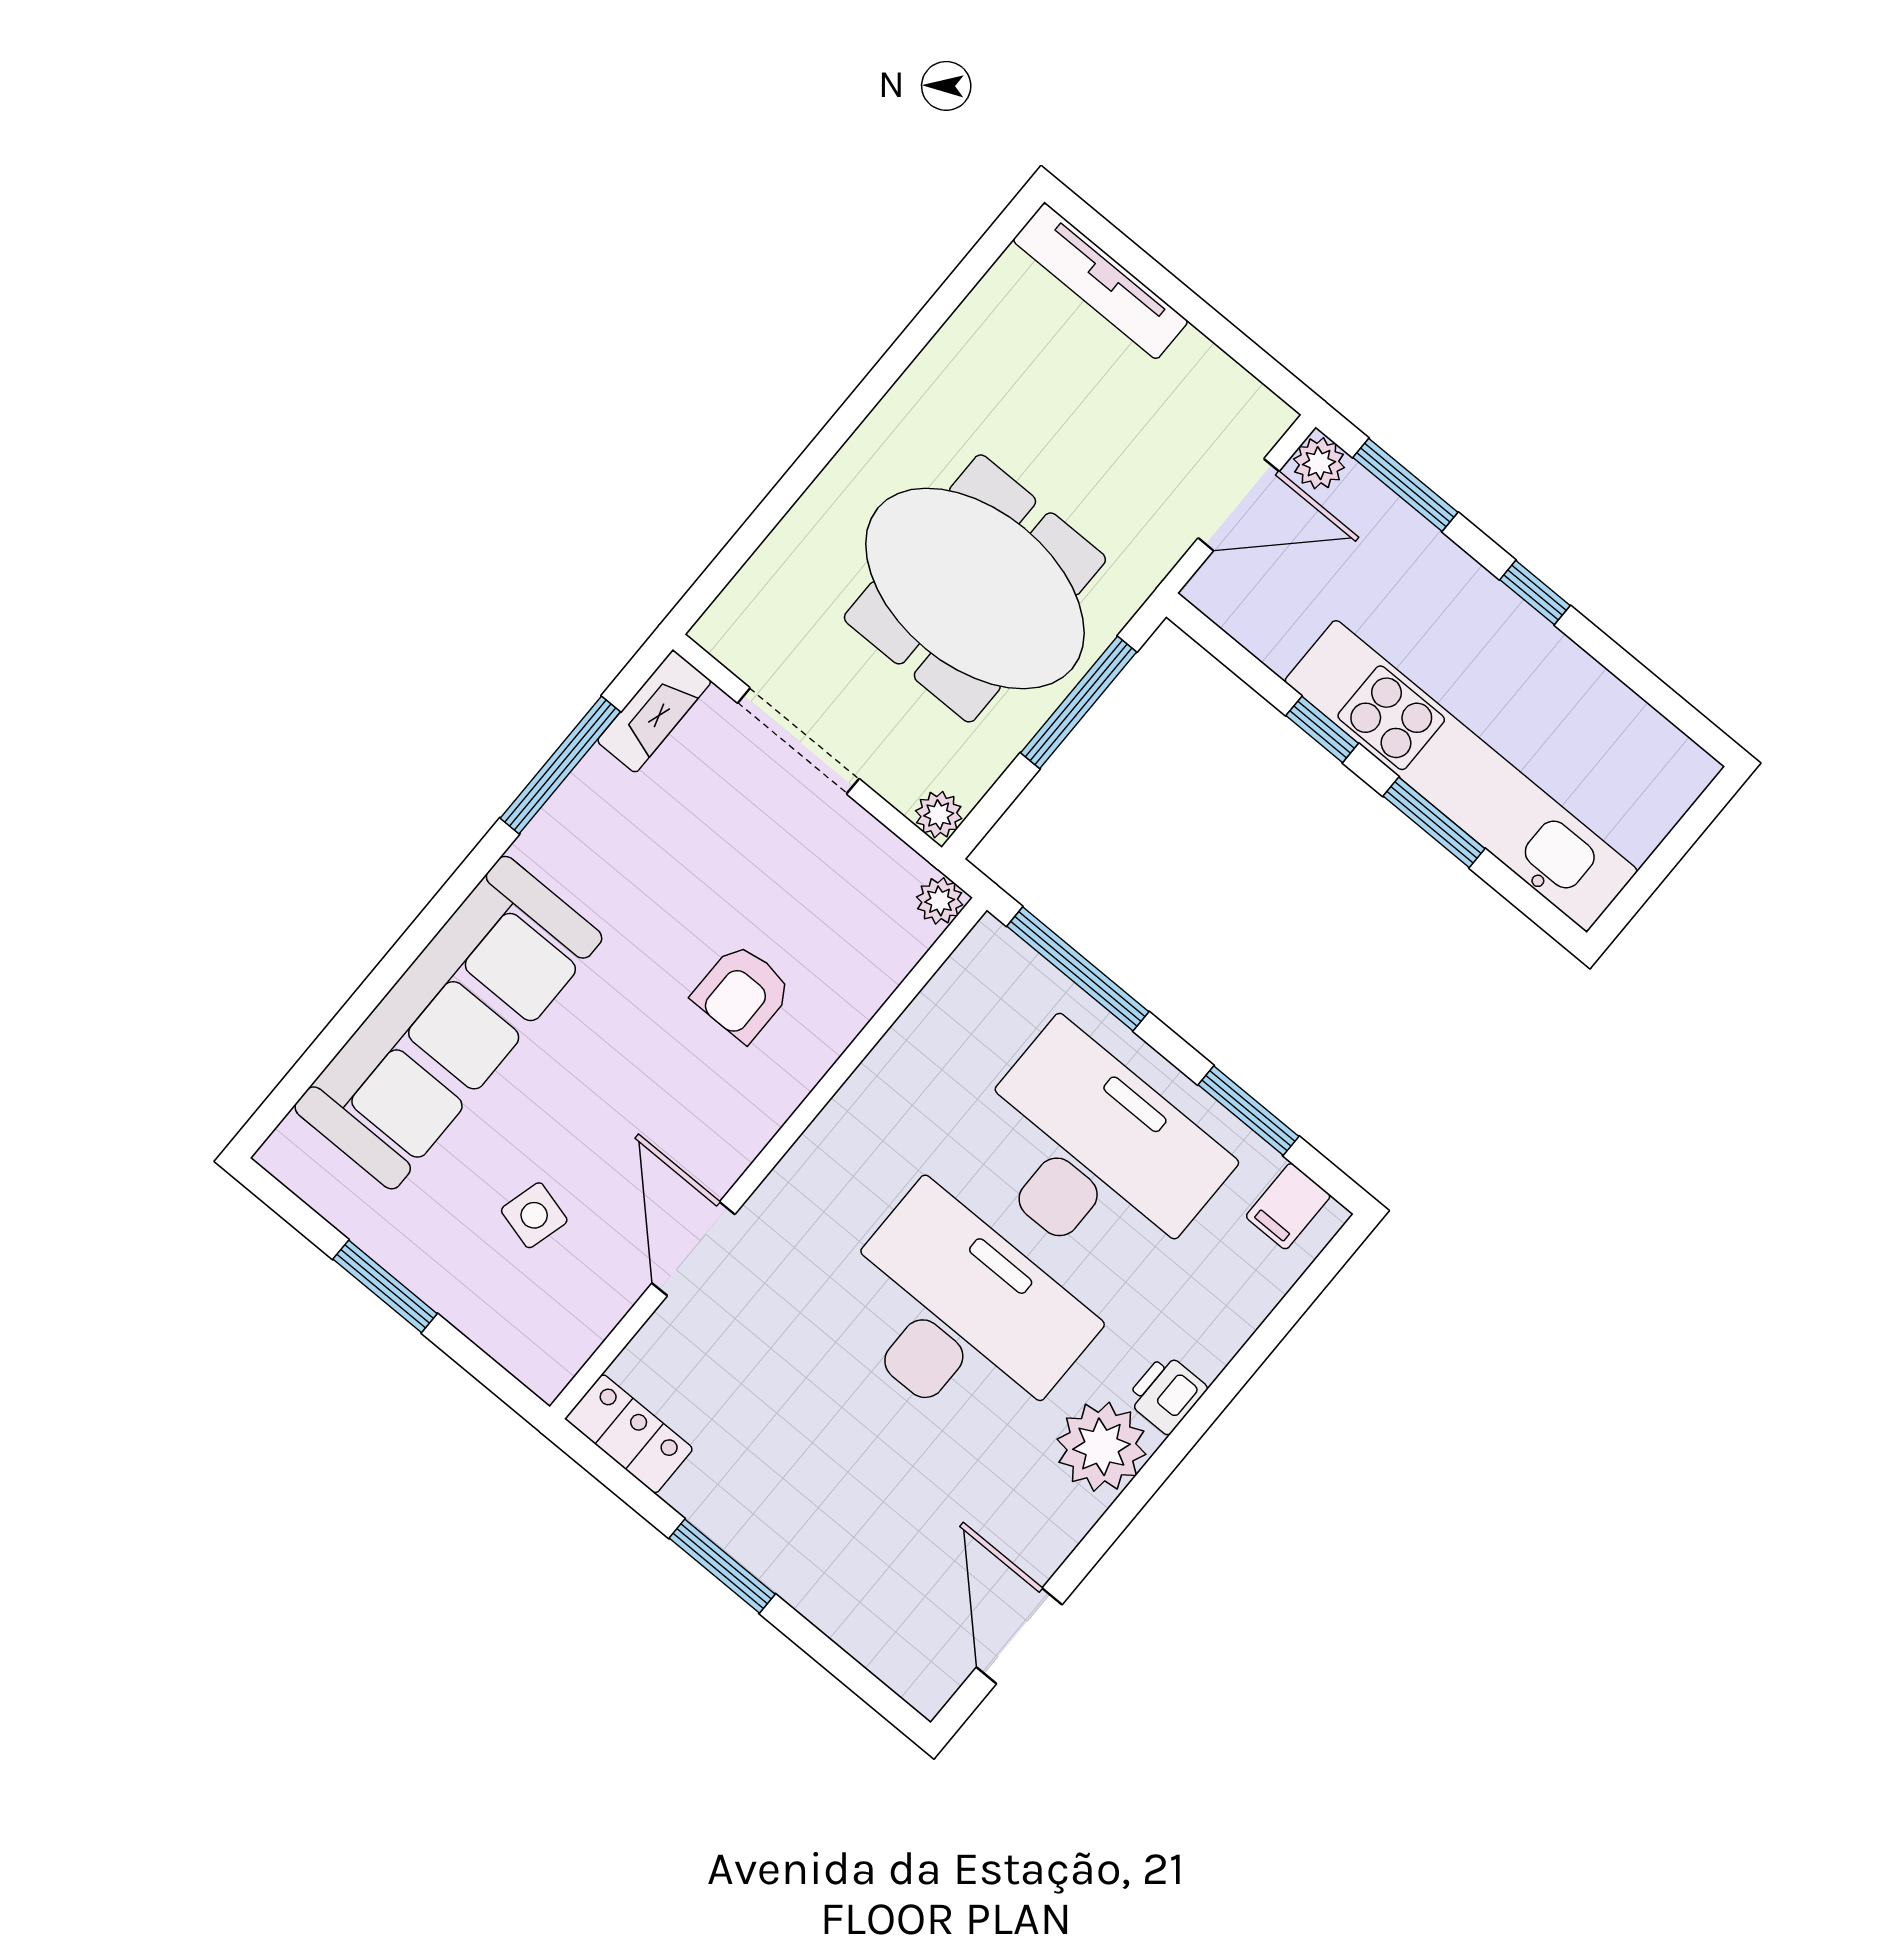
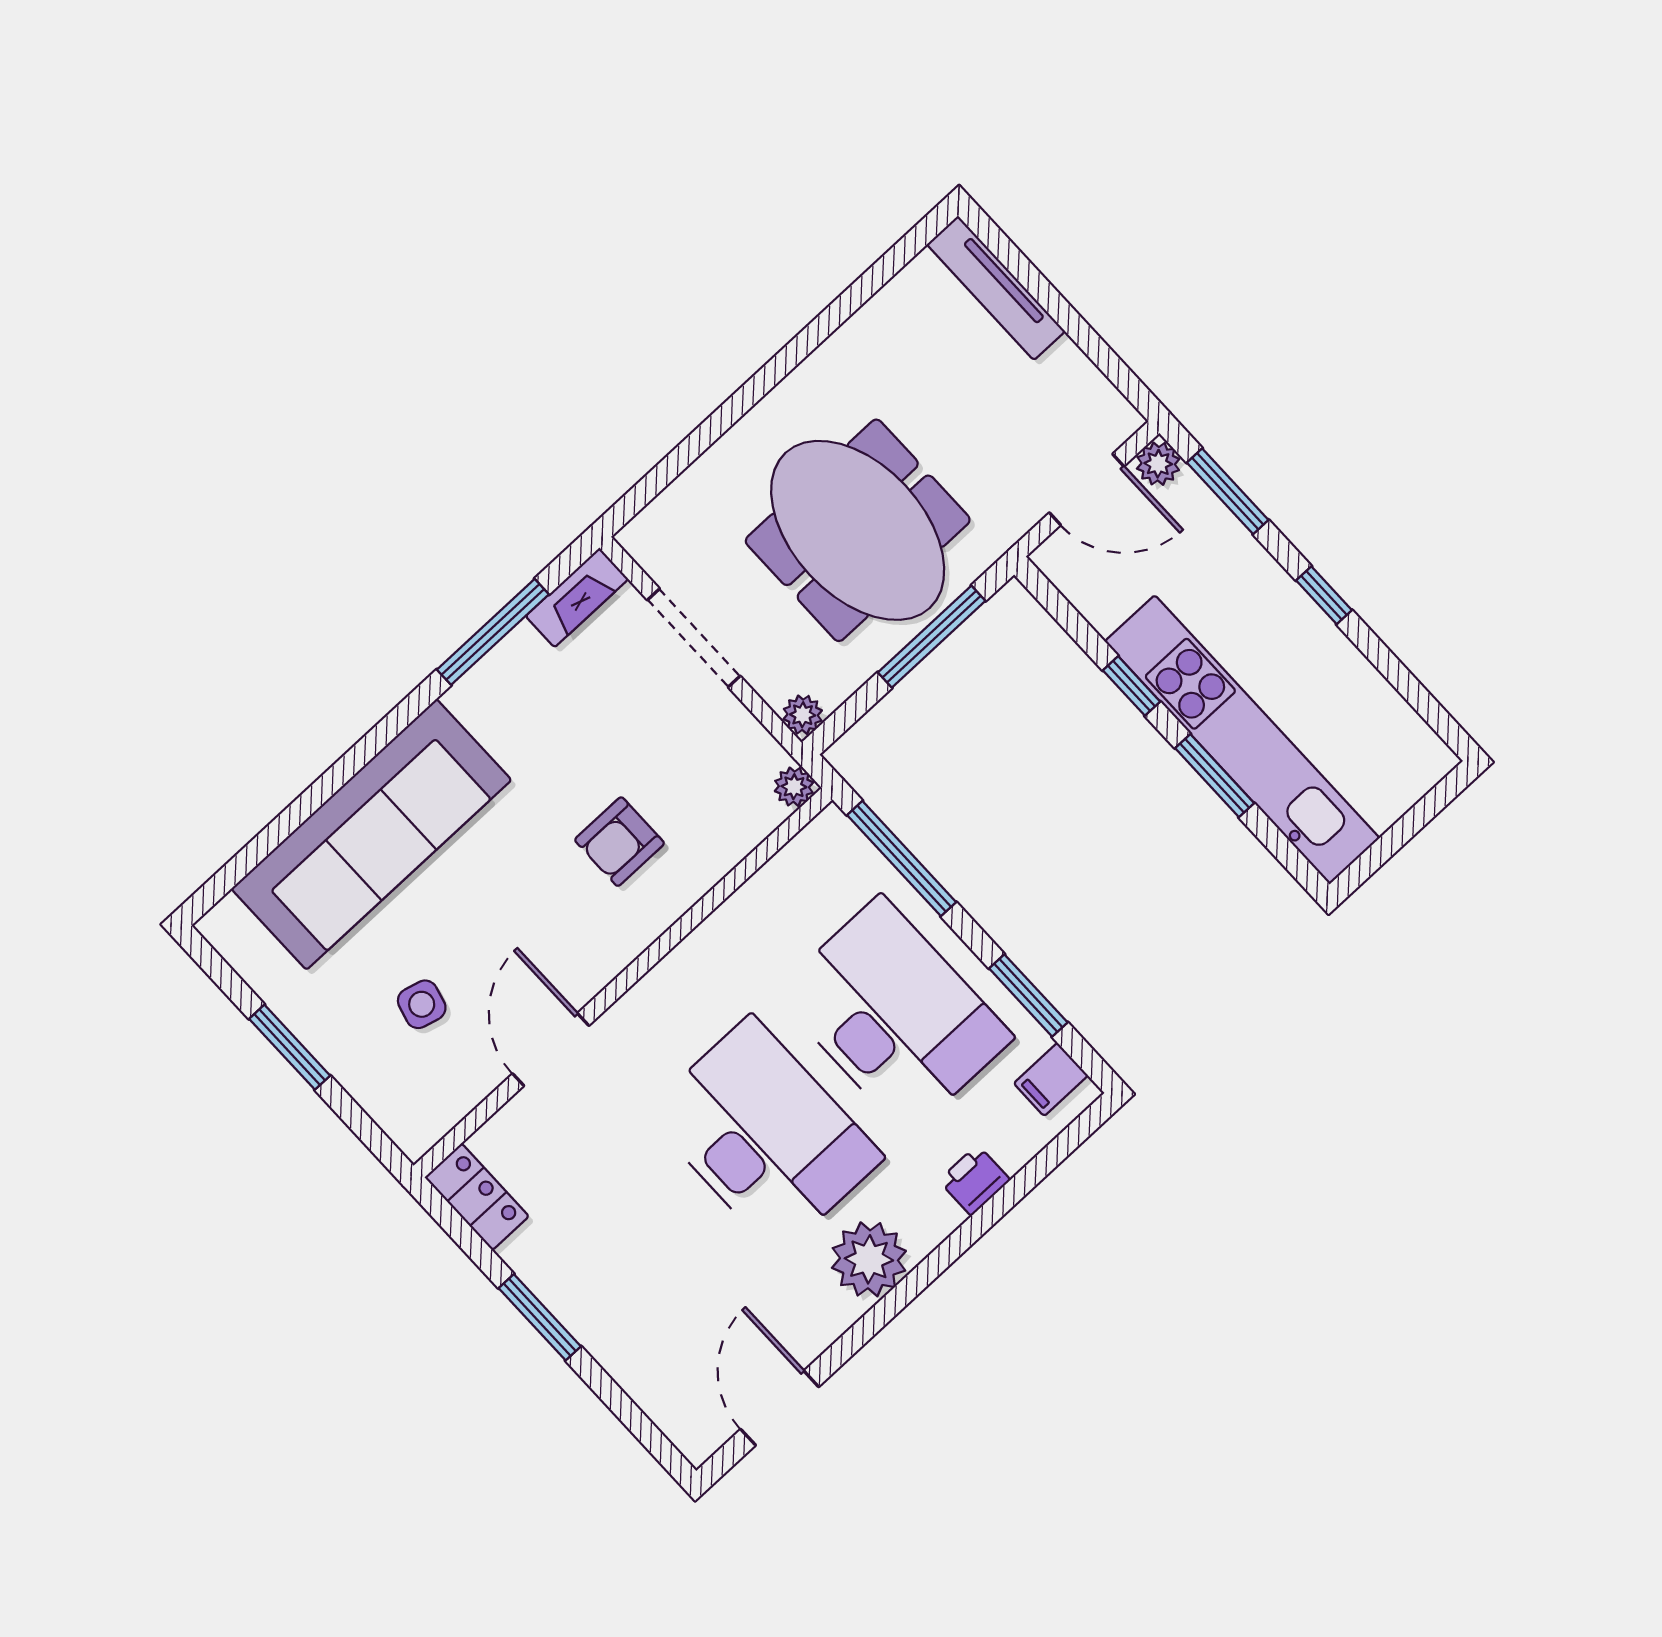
printer: (1166, 1394) -> (974, 1180), moved

